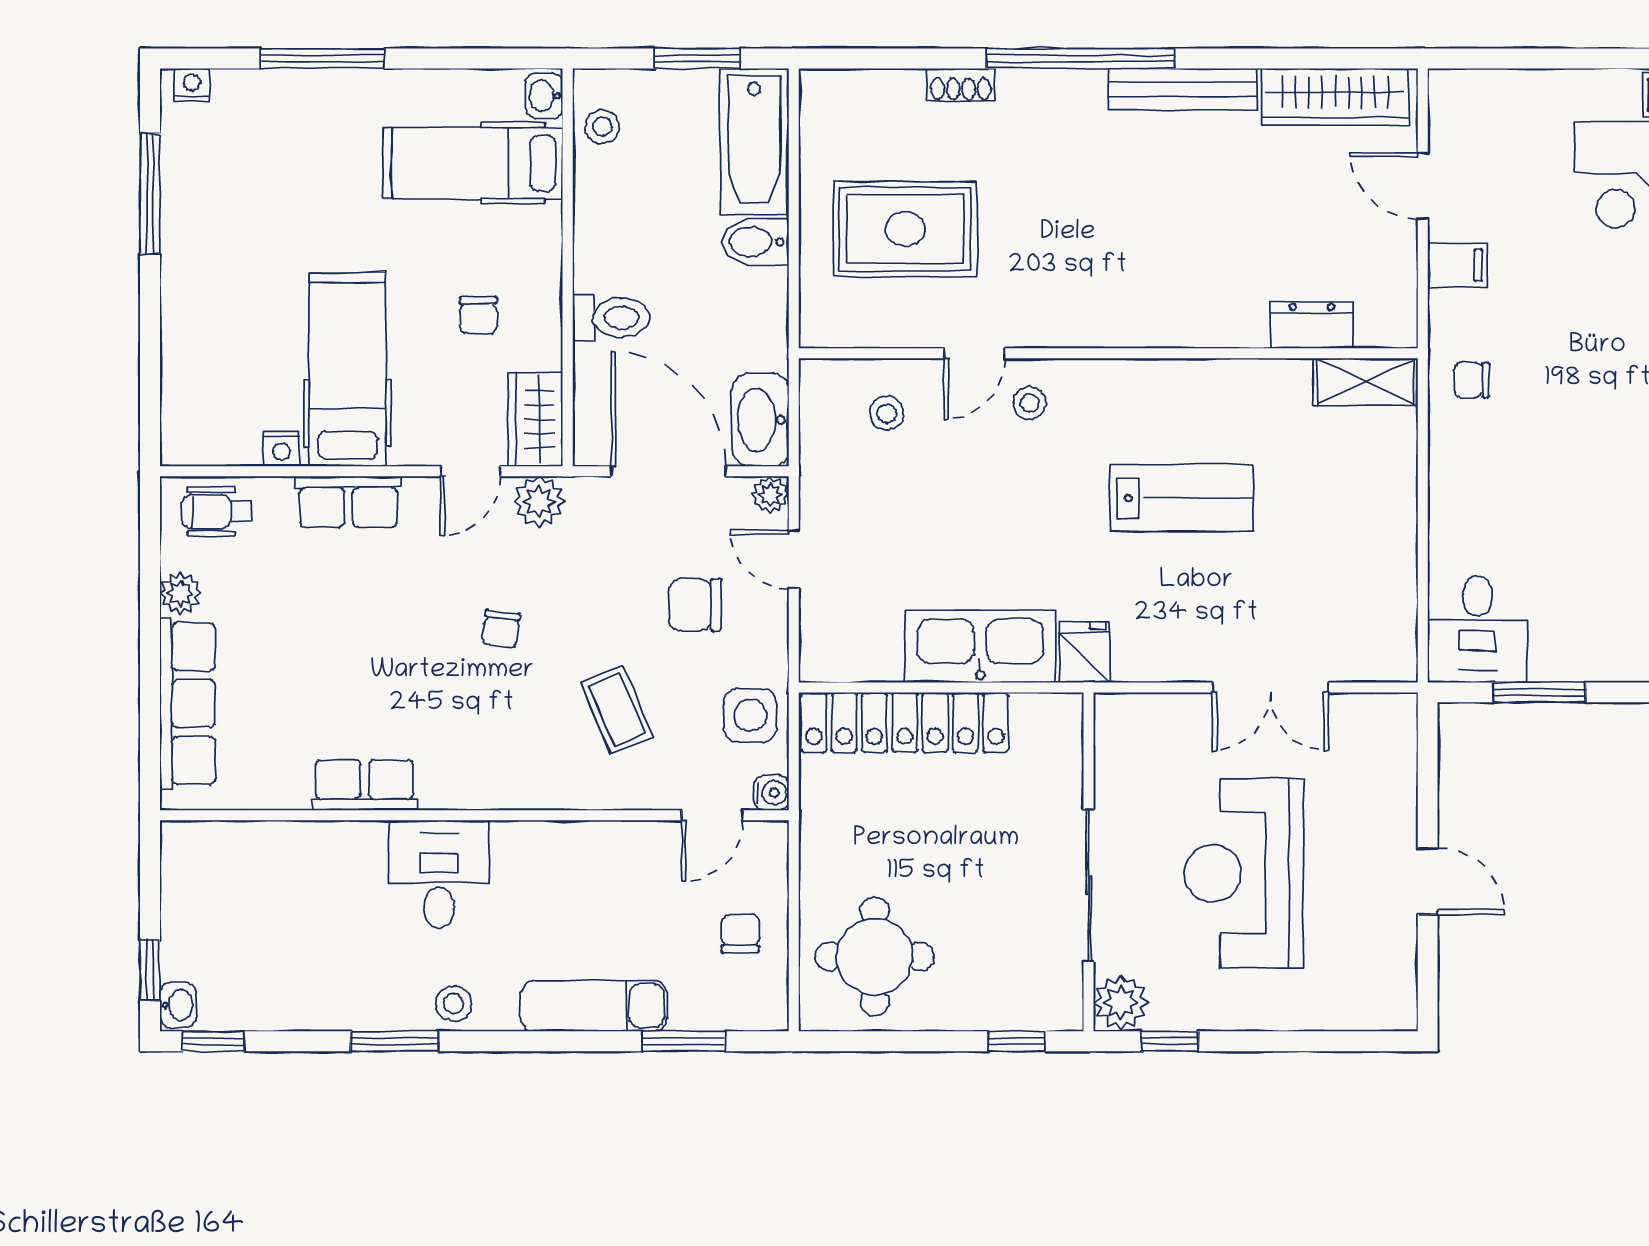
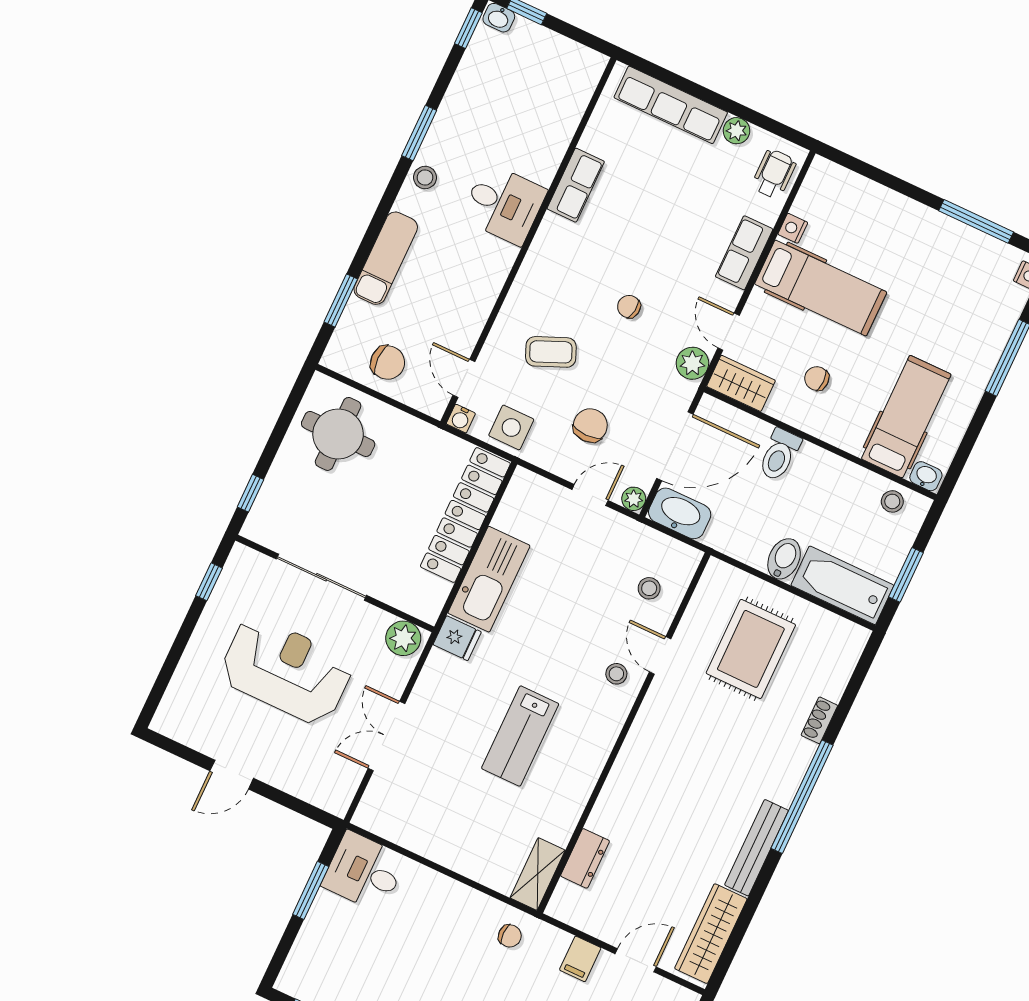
chair: (1472, 380) -> (510, 936), turned 90
chair: (740, 934) -> (388, 363), width x1.37, depth x1.37
plant: (1121, 1003) -> (403, 638), moved

